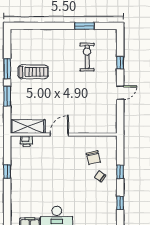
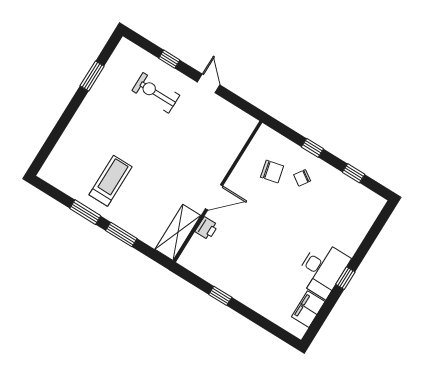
exercise bike: (87, 57) -> (156, 93), moved
door: (59, 135) -> (214, 197), swing flipped
printer: (27, 141) -> (207, 228), moved

